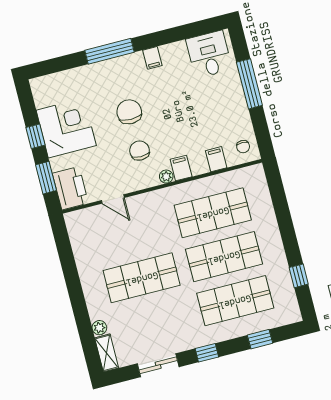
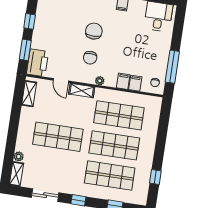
window: (249, 84) -> (172, 67), moved
corner desk: (66, 128) -> (51, 24), removed
chair: (140, 151) -> (90, 58), turned 180
filing cabinet: (181, 168) -> (123, 81), moved
shelving: (147, 200) -> (82, 91), added
shelving: (77, 236) -> (29, 94), added

